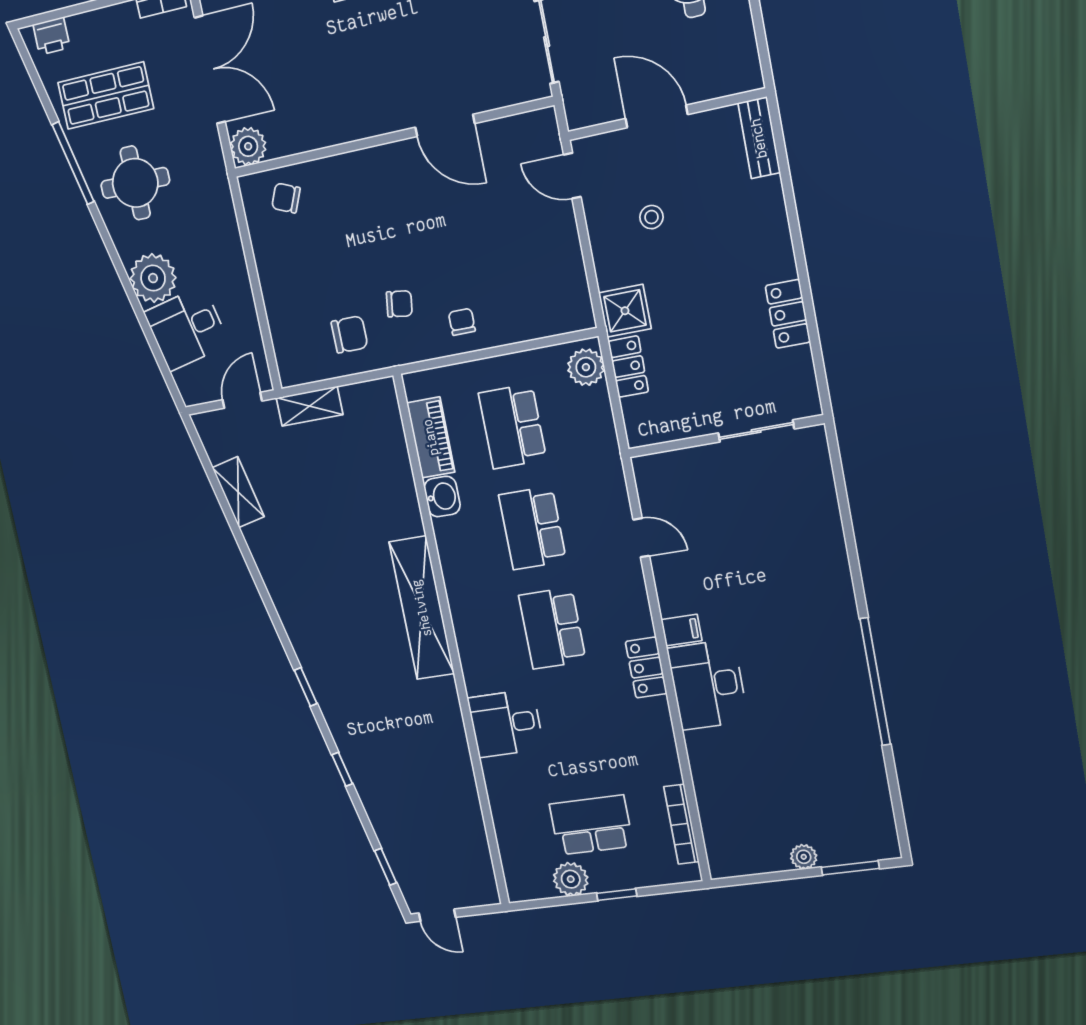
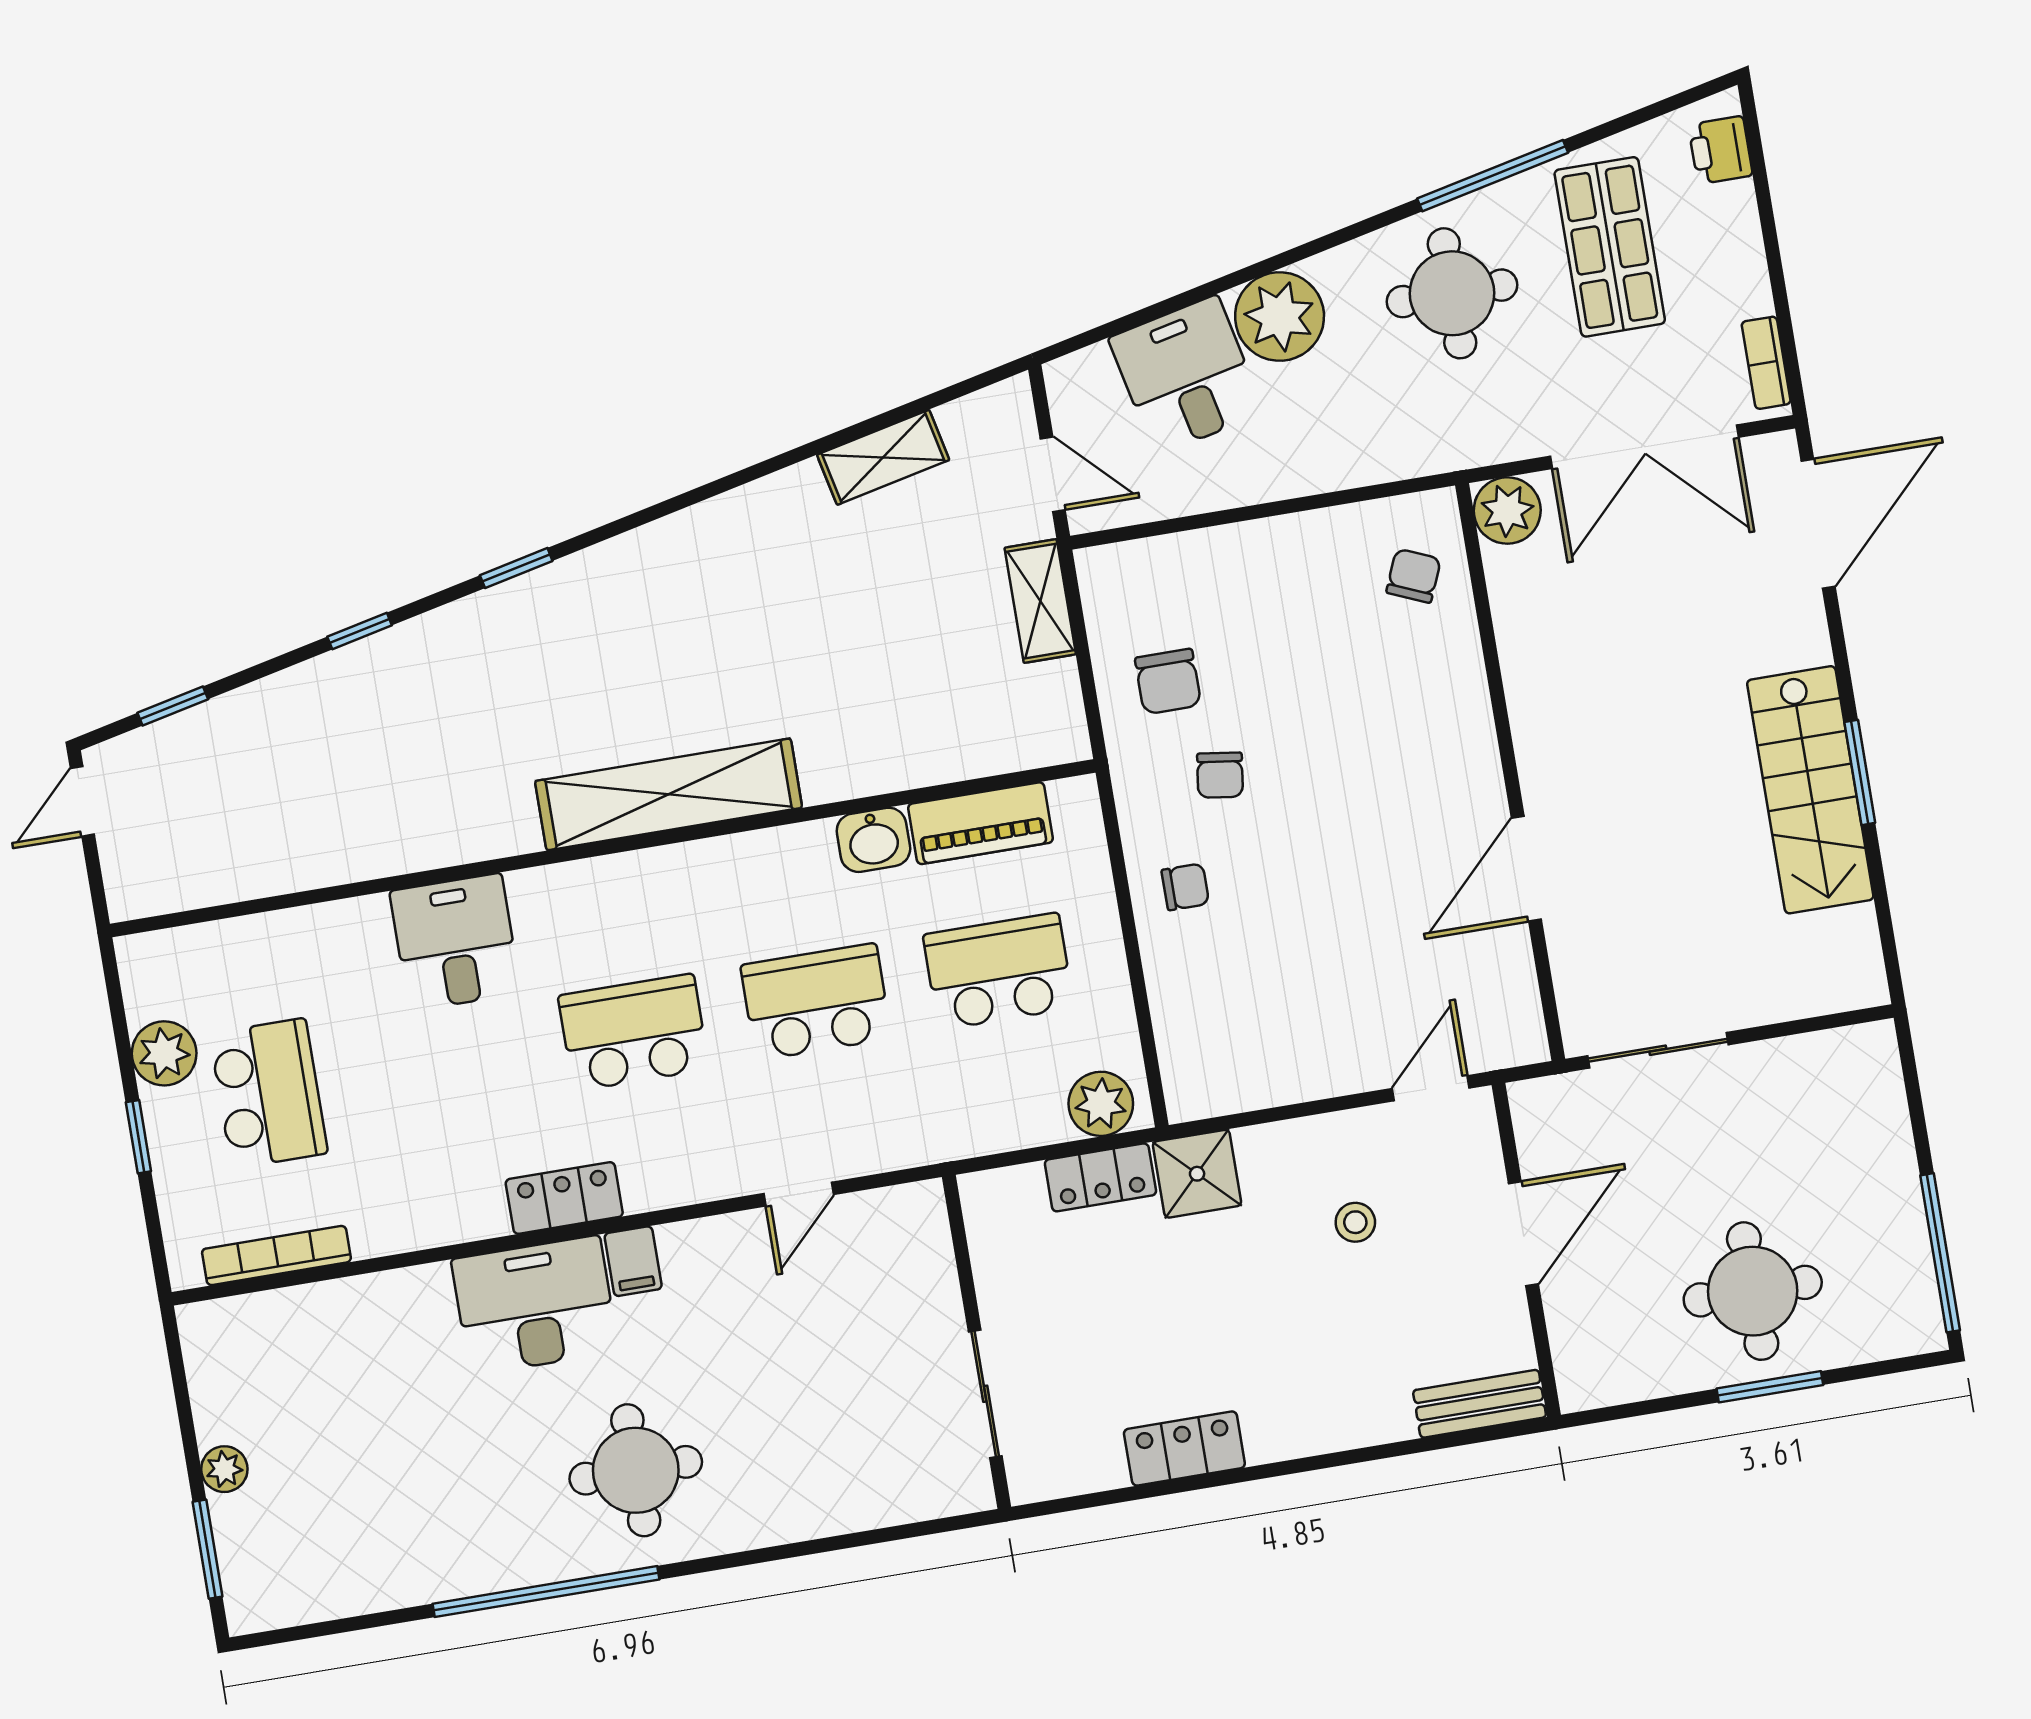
round table: (803, 630) -> (636, 1470), added

